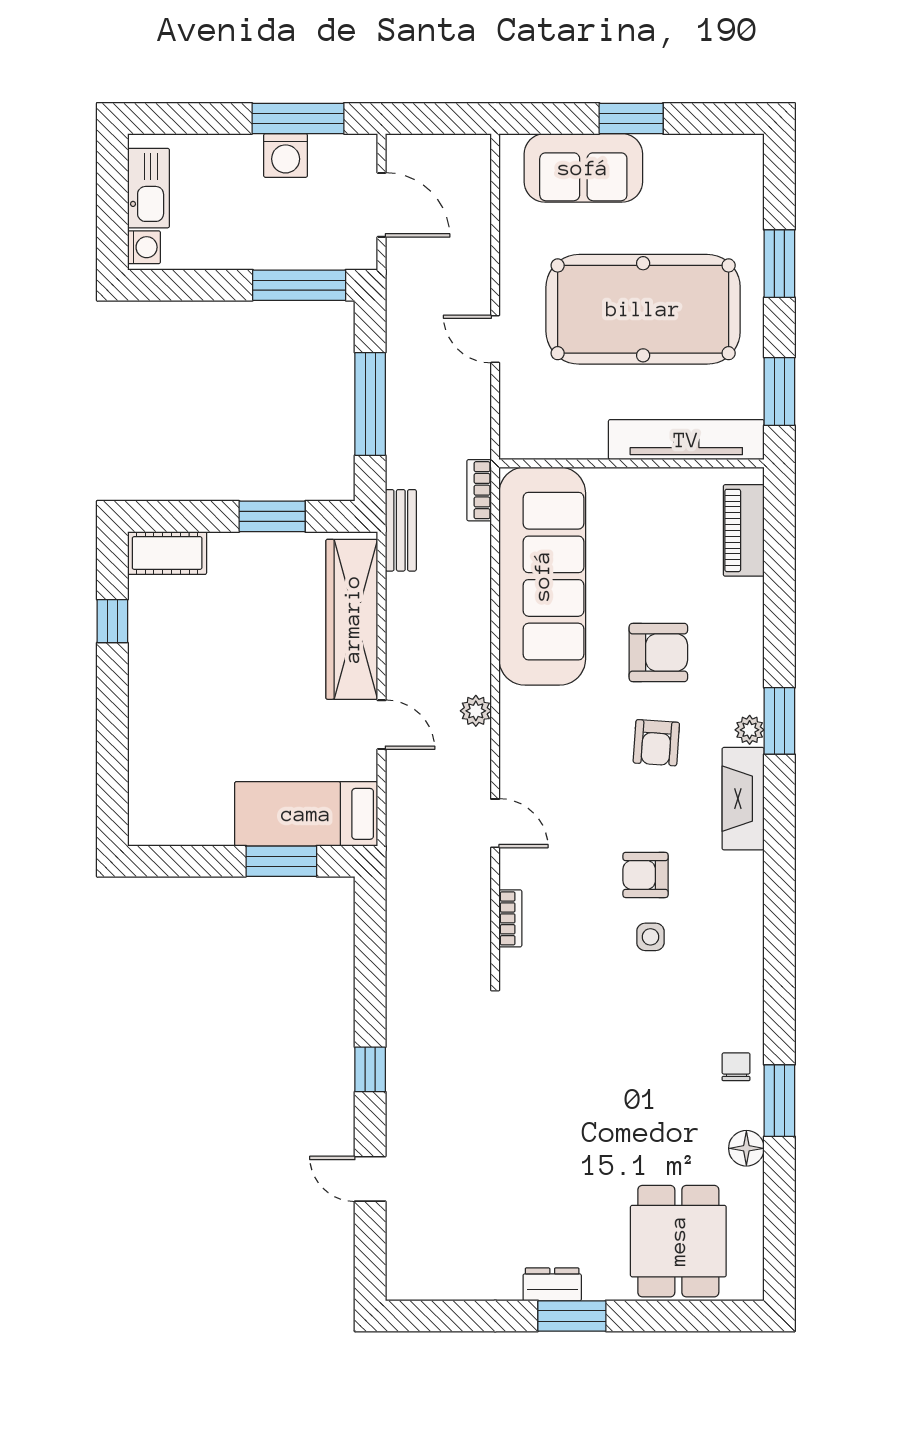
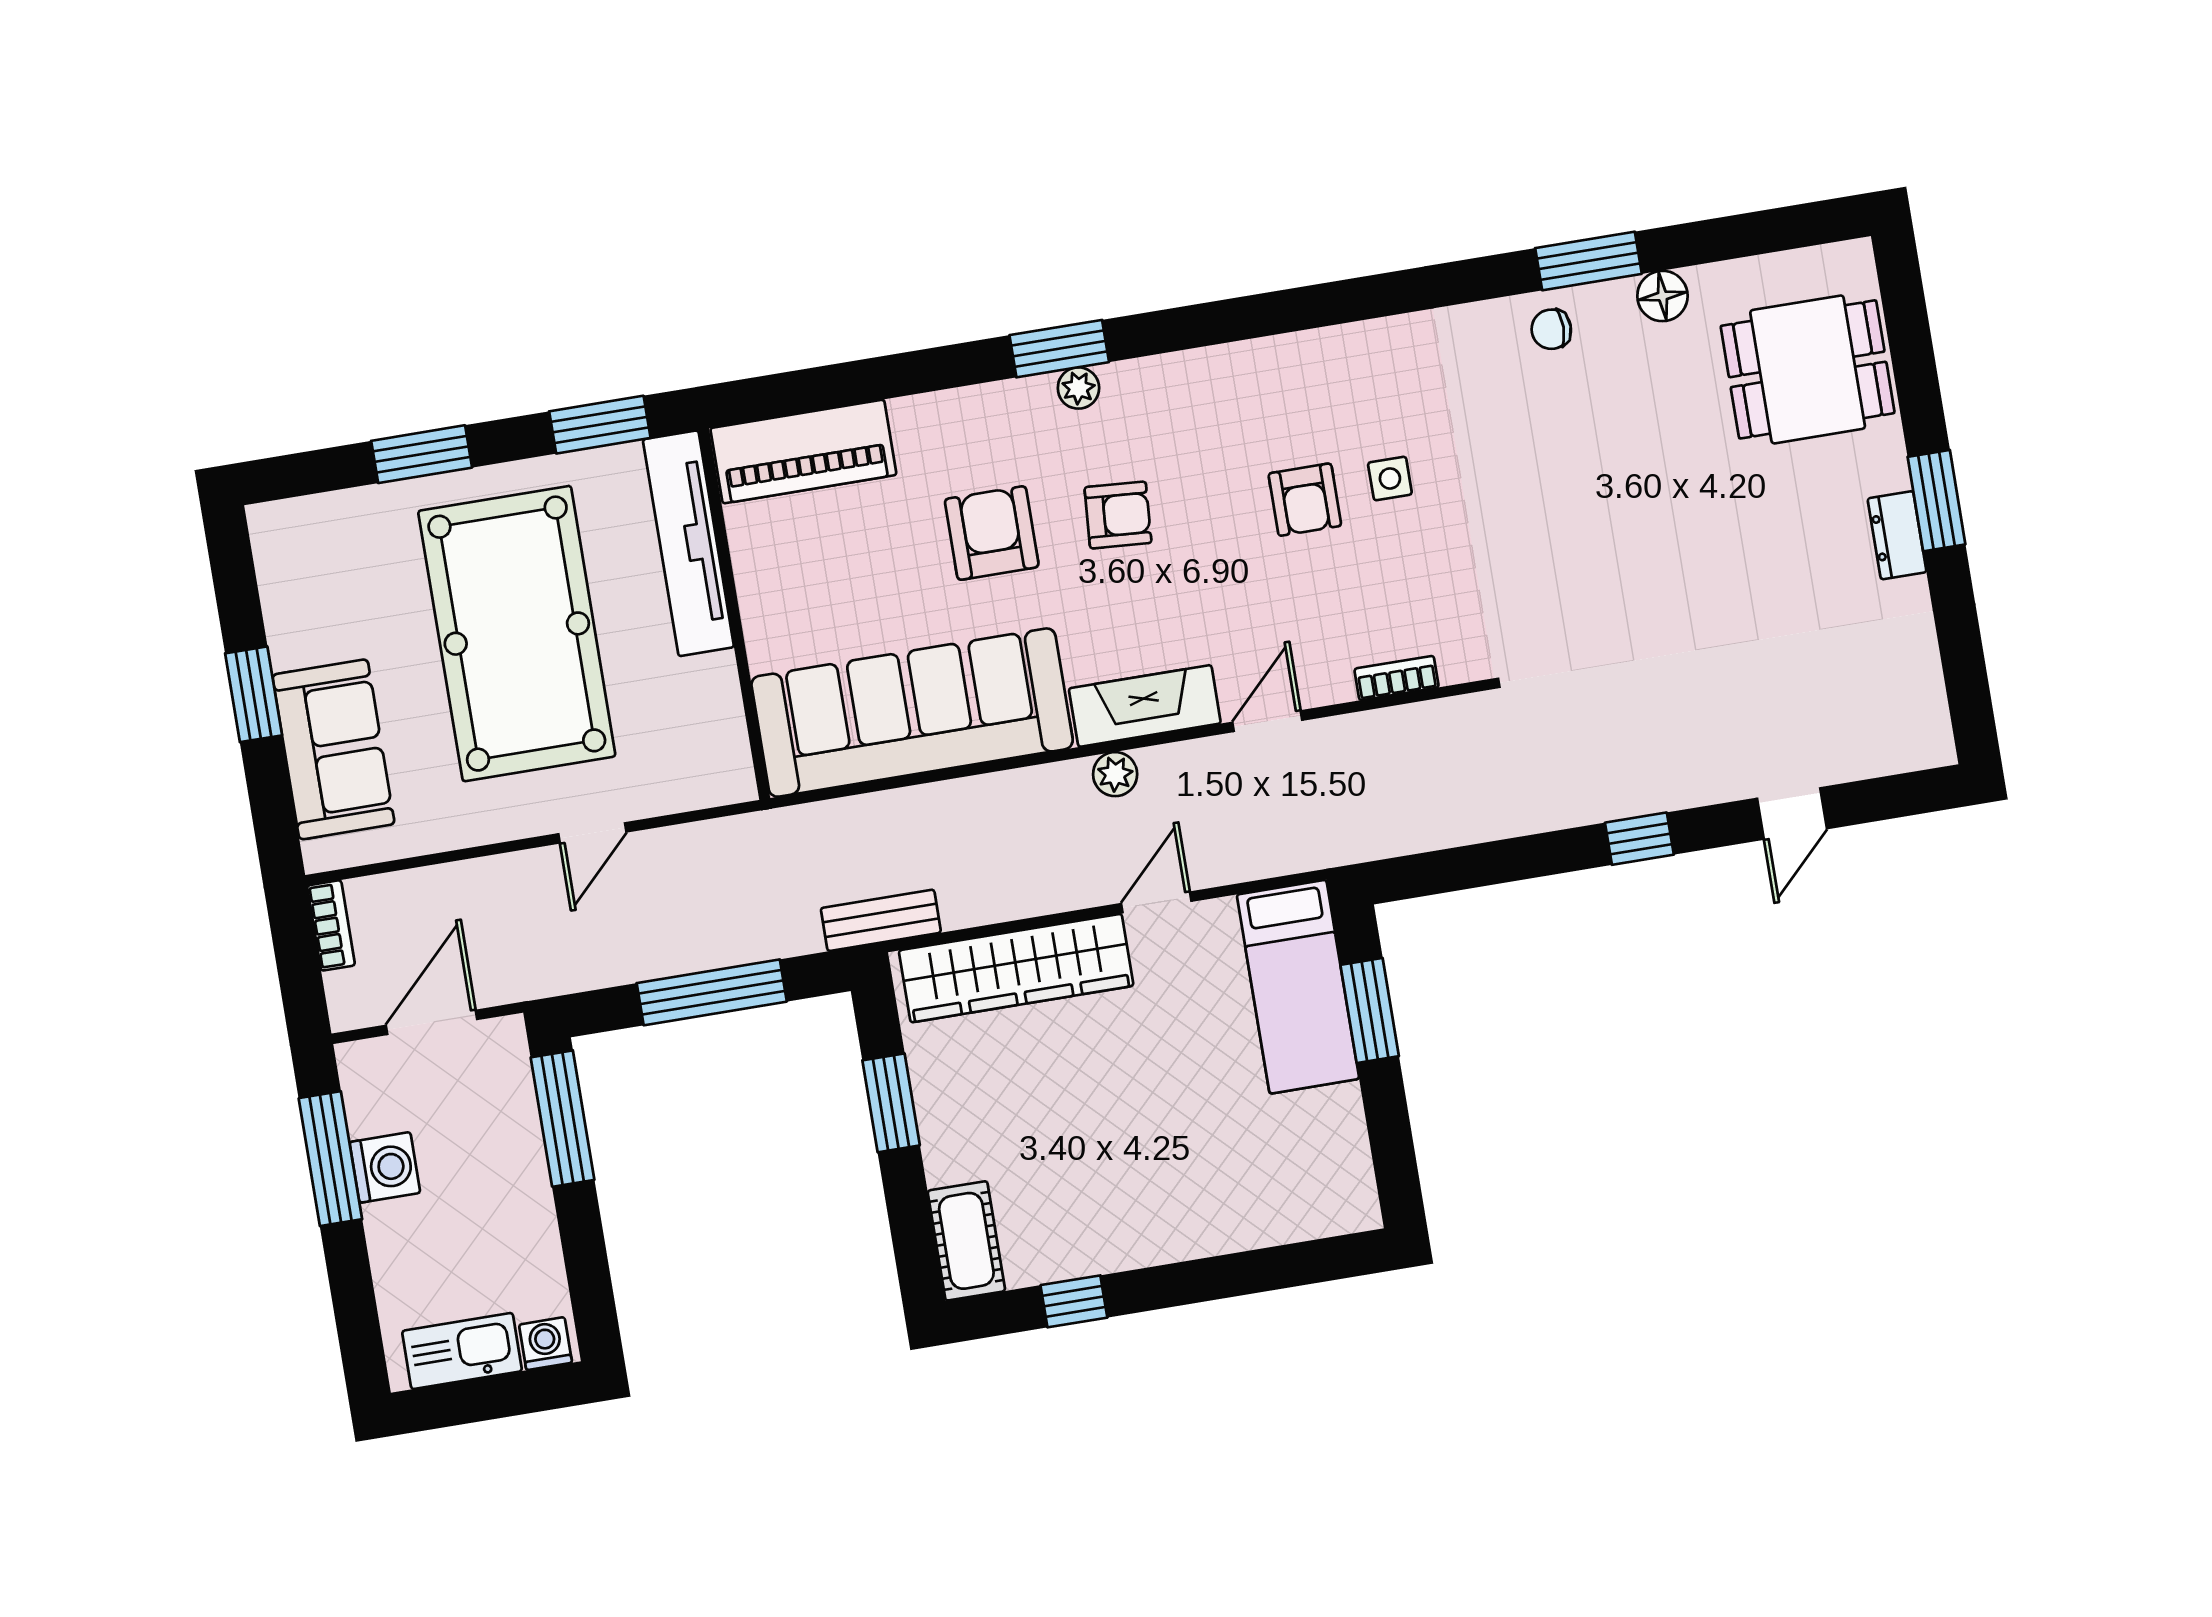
bookcase: (479, 490) -> (331, 925), moved, turned -90
piano: (744, 530) -> (803, 452), width x1.37, depth x1.33
fireplace: (743, 799) -> (1145, 706), moved, turned 180

